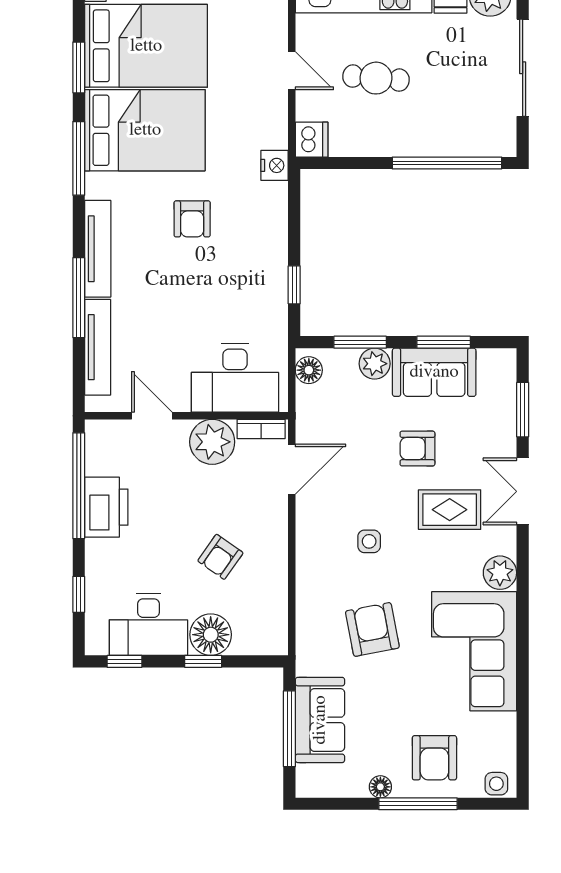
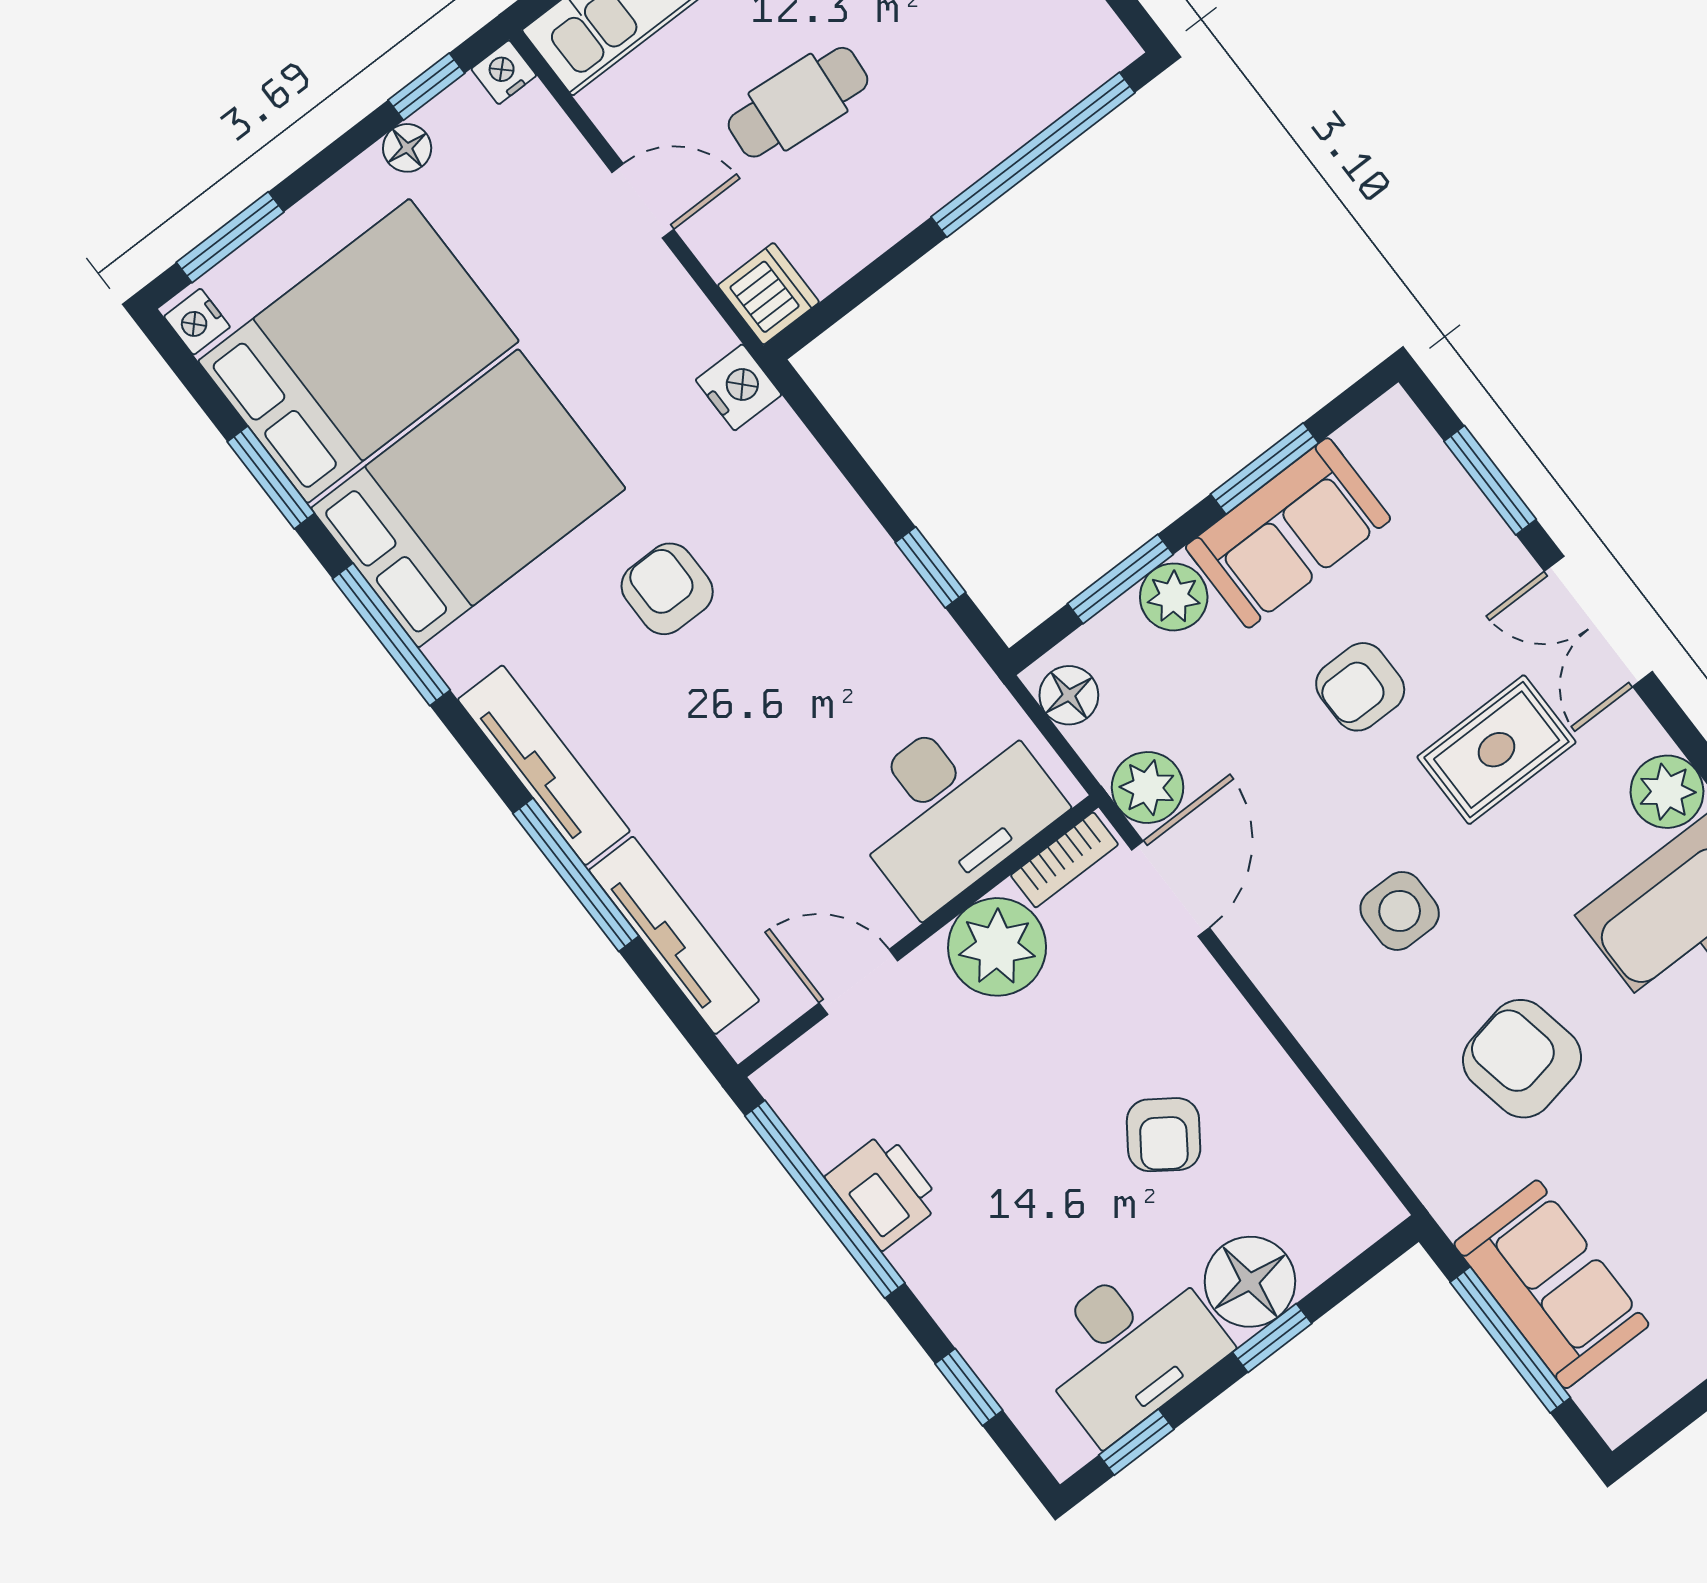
armchair: (192, 219) -> (667, 589), turned 180
plant: (312, 426) -> (1148, 788), added
printer: (106, 507) -> (884, 1190), width x0.73, depth x0.84
side table: (369, 541) -> (1400, 911), width x1.37, depth x1.37

